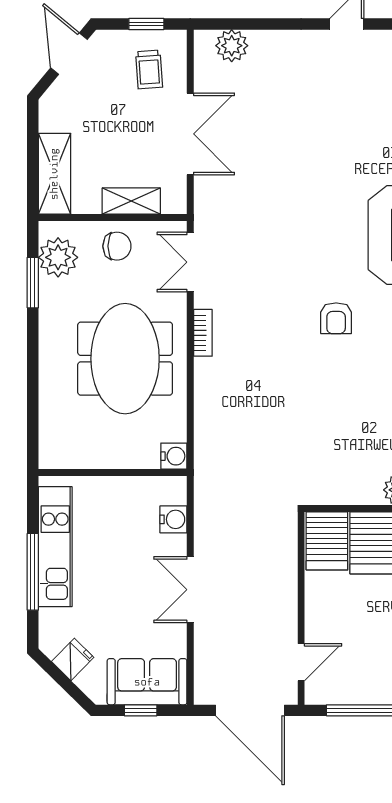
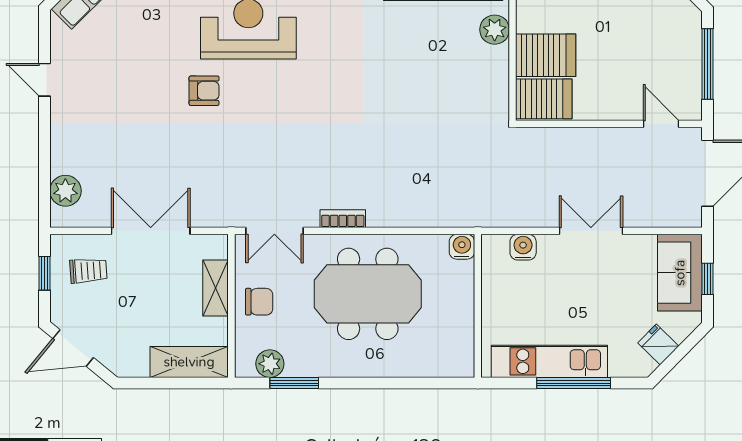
chair: (117, 246) -> (259, 302), turned 90
plant: (58, 257) -> (270, 364), width x0.73, depth x0.73
armchair: (336, 318) -> (204, 91), moved
double door: (190, 590) -> (591, 231), swing flipped

